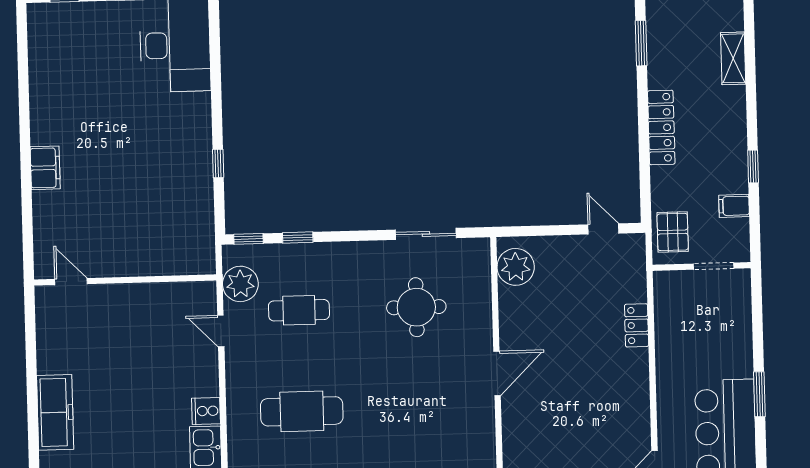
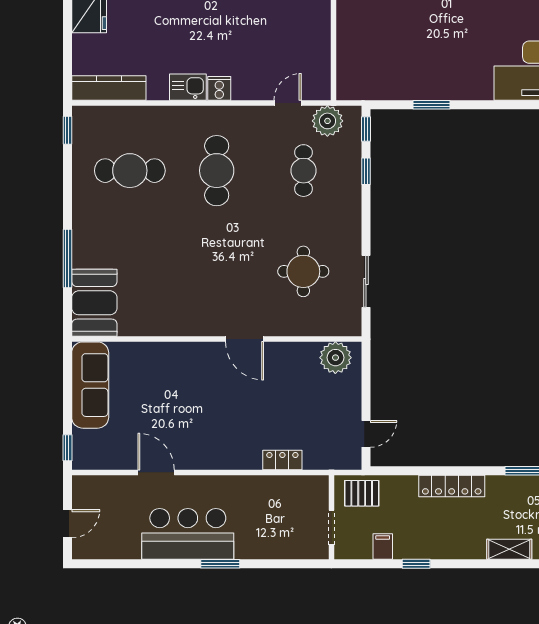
window: (218, 163) -> (431, 105), width x1.50

